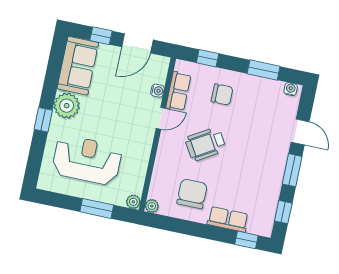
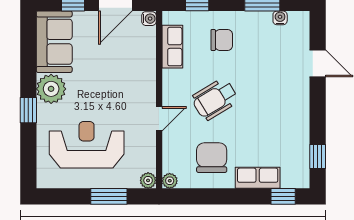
water cooler: (291, 89) -> (280, 18), moved
water cooler: (158, 91) -> (149, 19), moved
door: (161, 118) -> (159, 119), moved
window: (292, 170) -> (318, 108), removed

